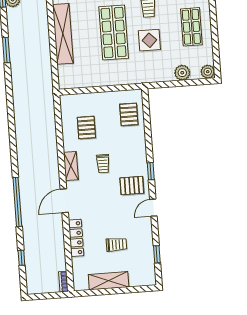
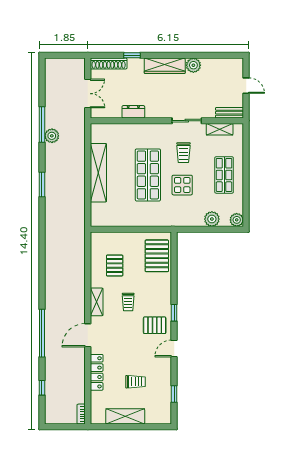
pallet: (129, 114) -> (157, 256), width x1.50, depth x1.42

